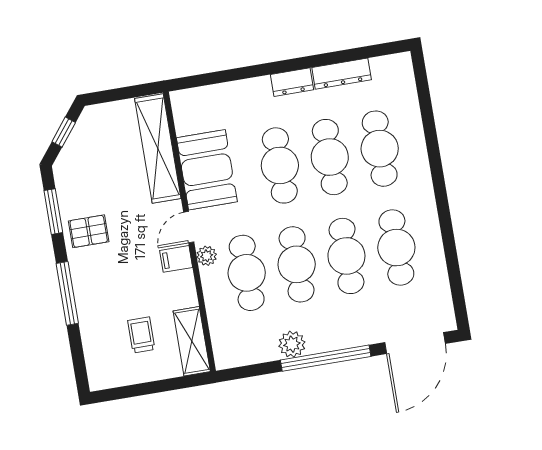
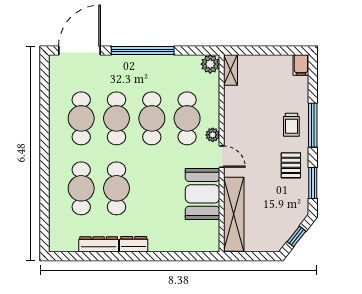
cafe table: (280, 165) -> (152, 188), removed
door: (189, 227) -> (222, 157), hinge flipped
pallet: (89, 231) -> (291, 165), turned 90
filing cabinet: (176, 259) -> (301, 65), moved, turned 90
trolley: (141, 335) -> (291, 125), moved
shelving: (192, 341) -> (231, 70), width x0.67, depth x0.75
plant: (292, 344) -> (210, 64), moved

